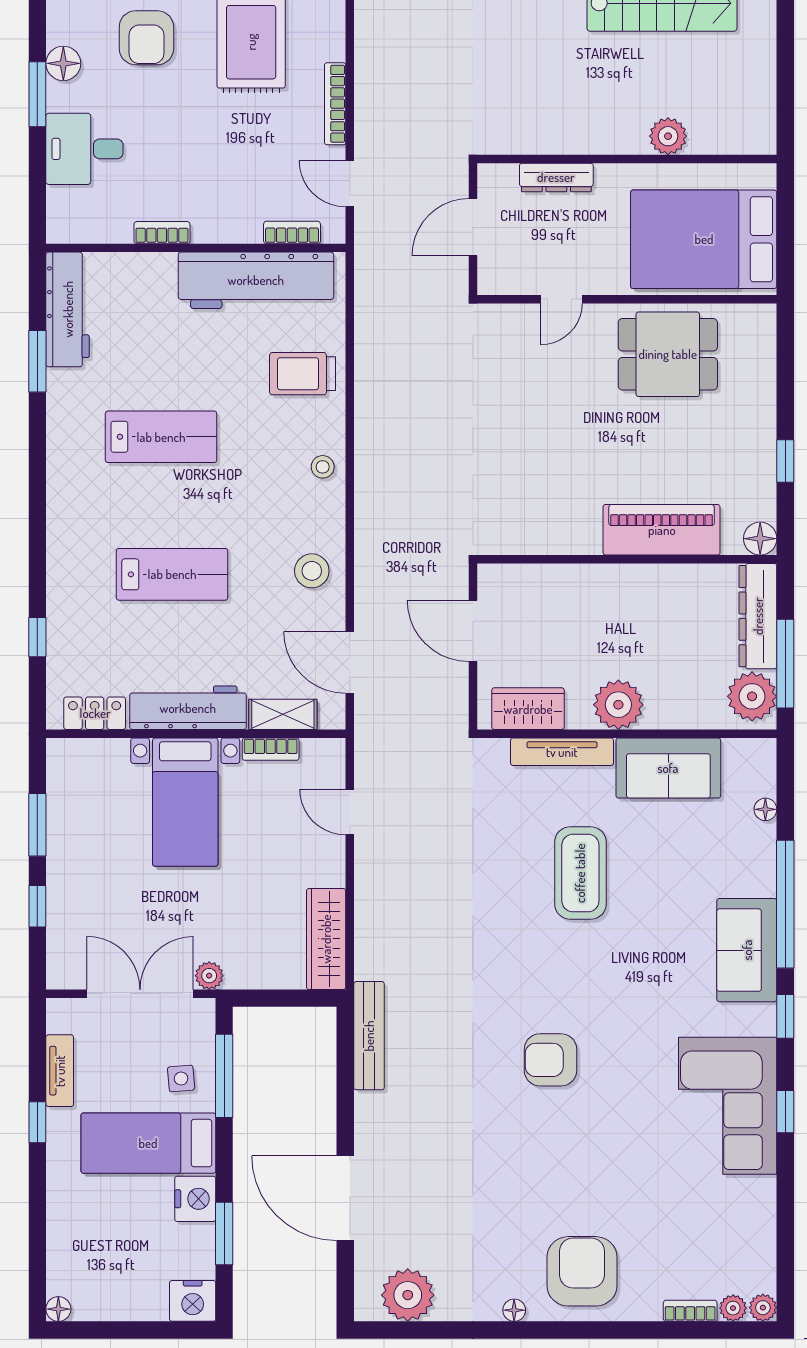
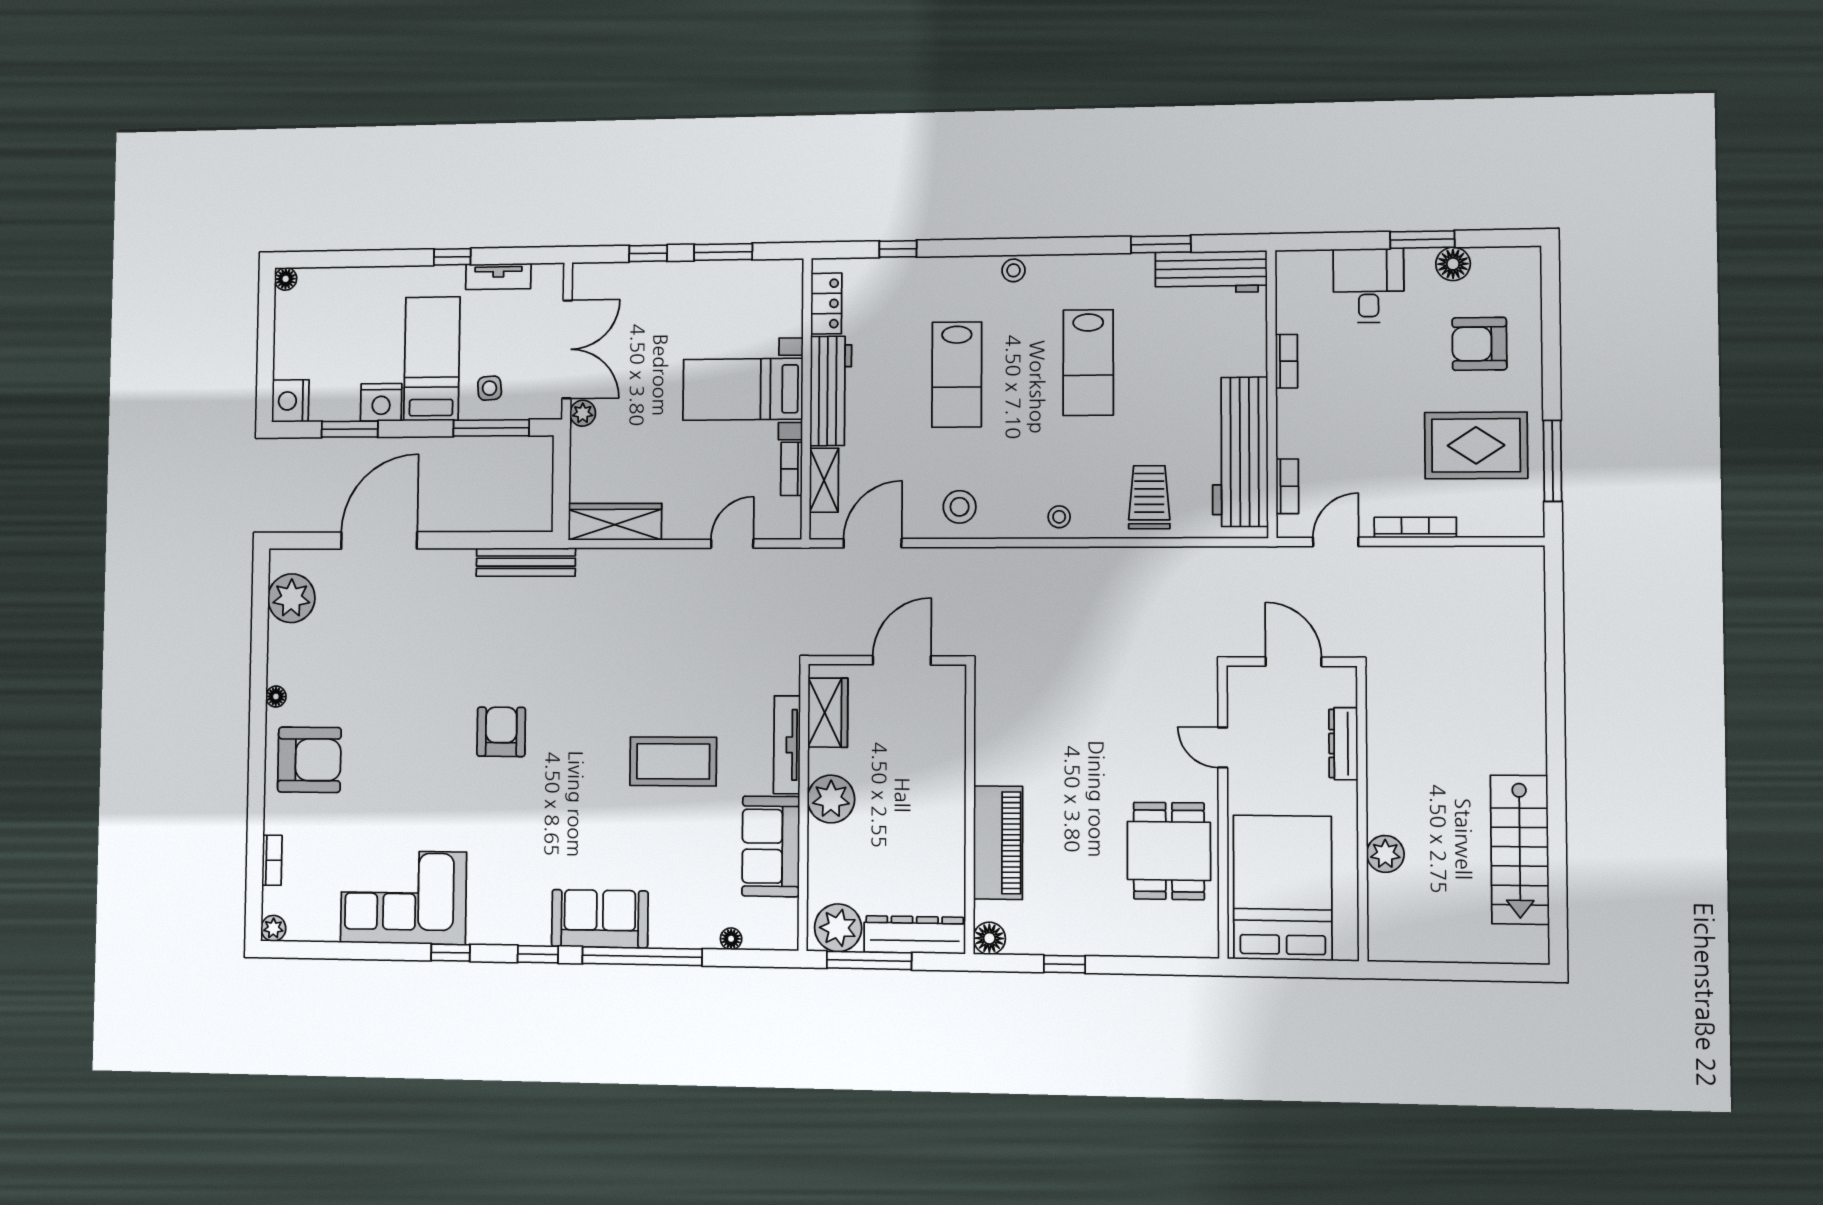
stool: (62, 515) -> (1013, 270), added
corner sofa: (728, 1106) -> (403, 897), moved
plant: (733, 1308) -> (274, 900), removed

